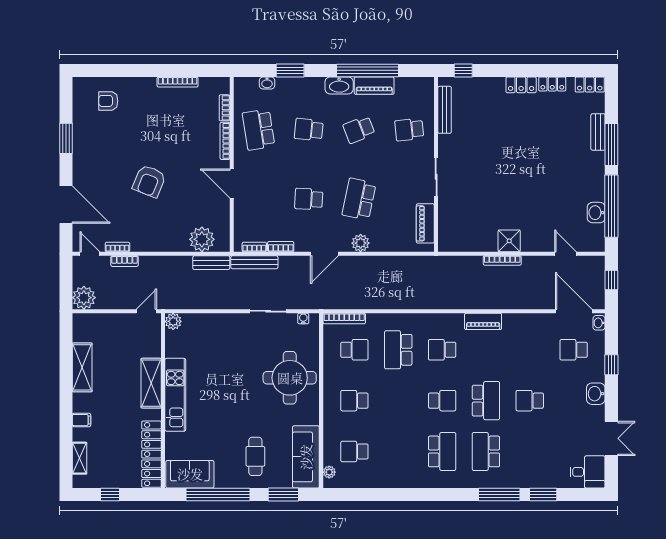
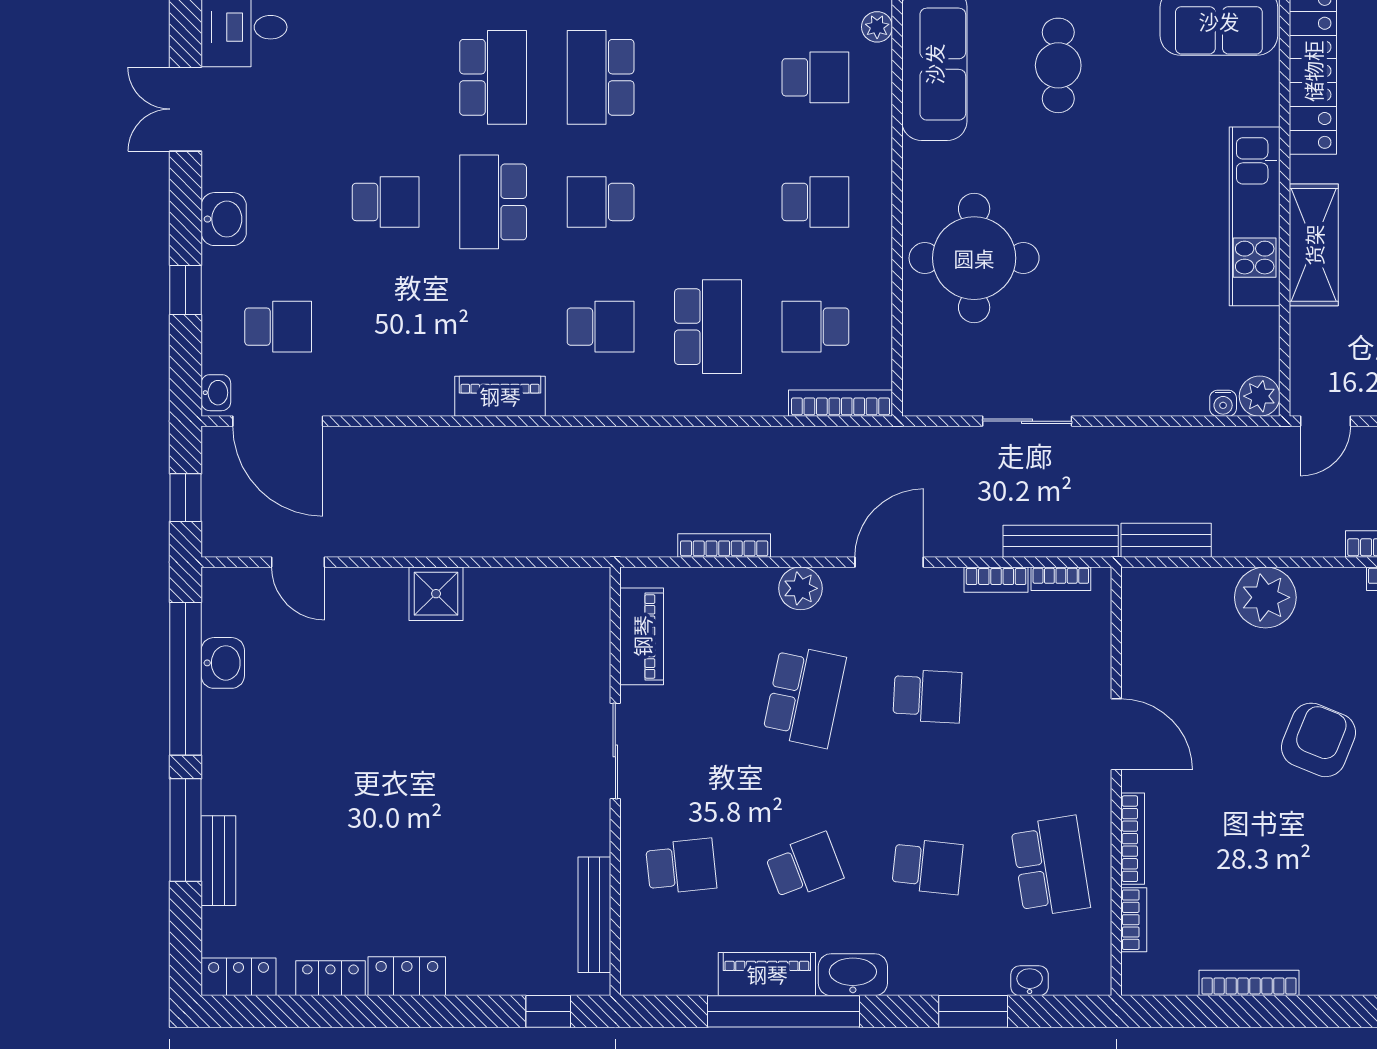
plant: (202, 239) -> (1265, 597), moved
bookcase: (502, 260) -> (724, 546), moved
water cooler: (303, 319) -> (1223, 403), moved

